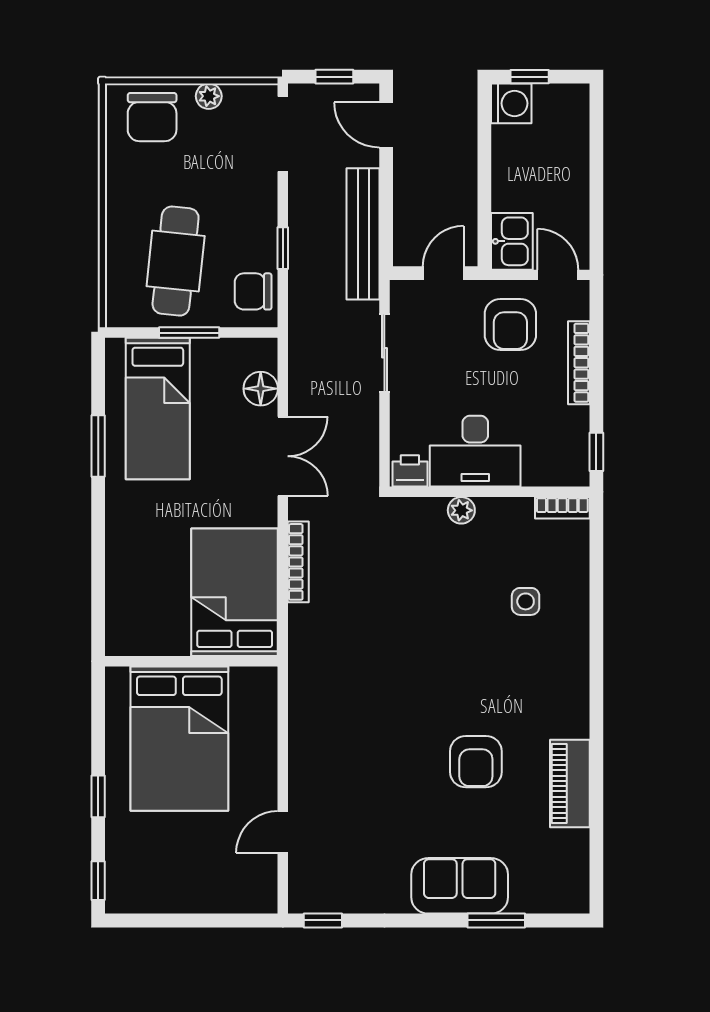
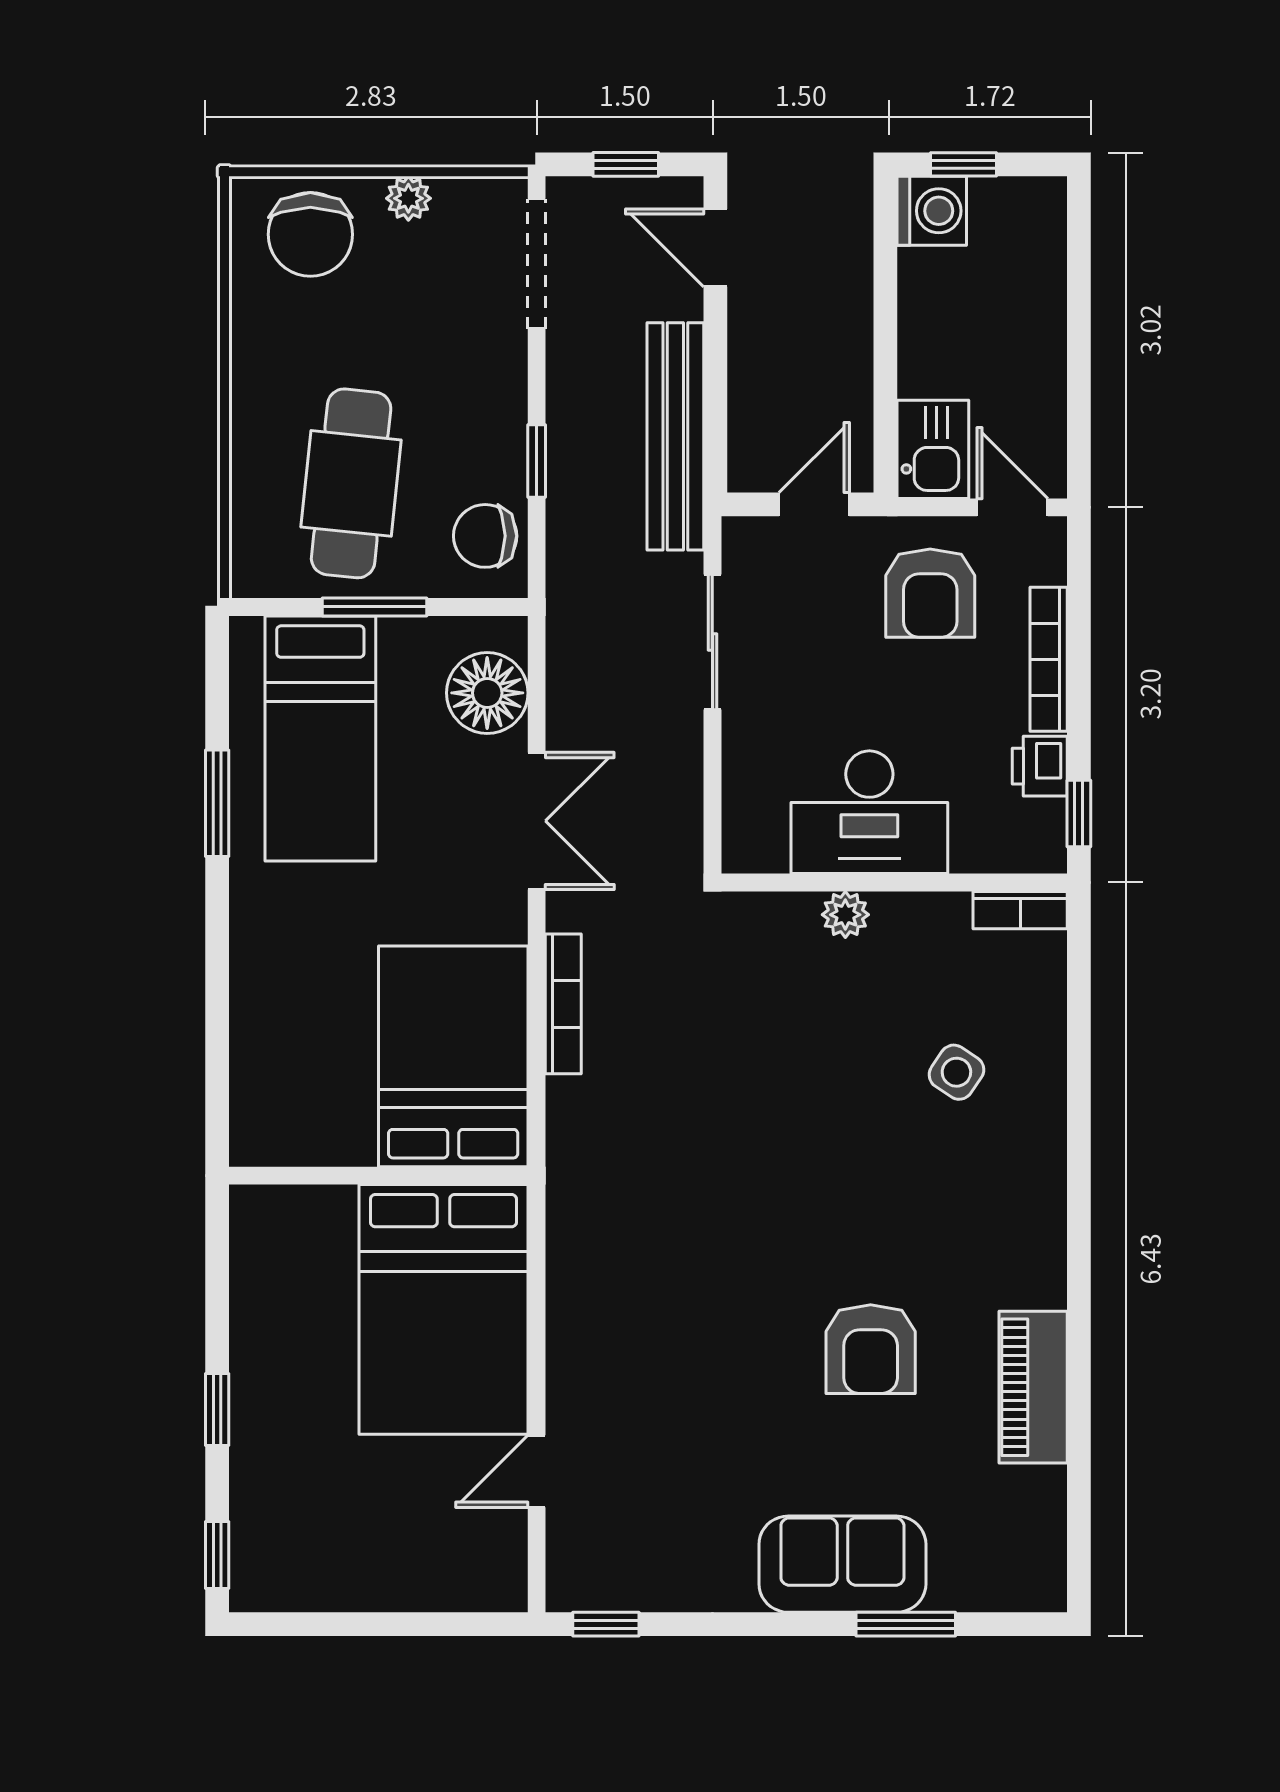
floor lamp: (261, 389) -> (487, 693), width x1.38, depth x1.38
printer: (410, 471) -> (1040, 766), moved, turned -90
side table: (526, 601) -> (956, 1072), turned 34
bed: (179, 739) -> (443, 1309), moved

